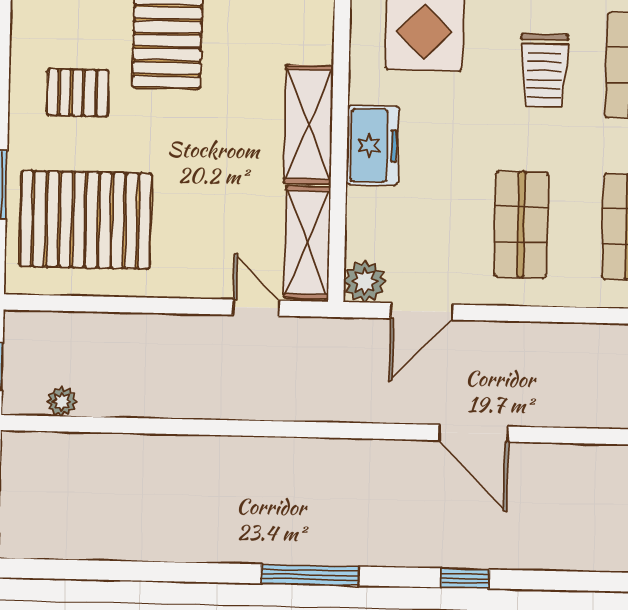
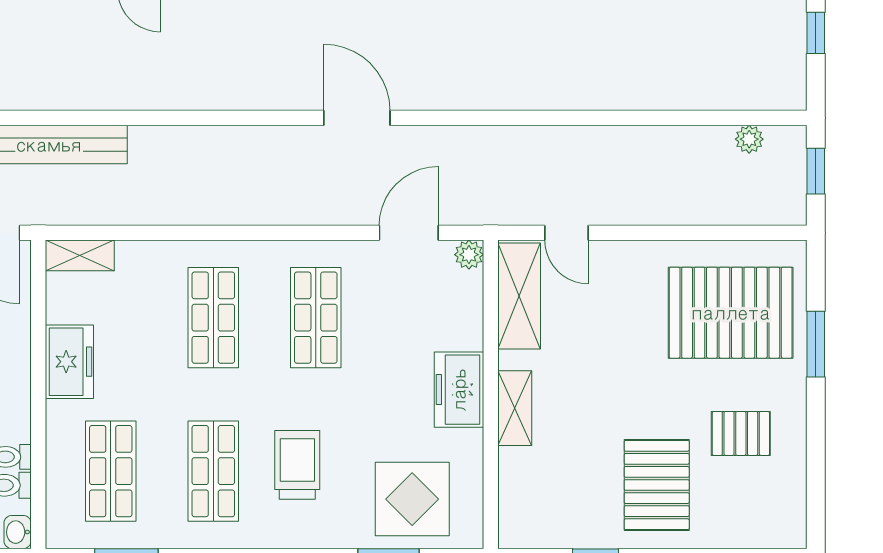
shelving: (309, 124) -> (515, 408), width x0.67, depth x0.75
plant: (365, 281) -> (469, 255), width x0.73, depth x0.73

